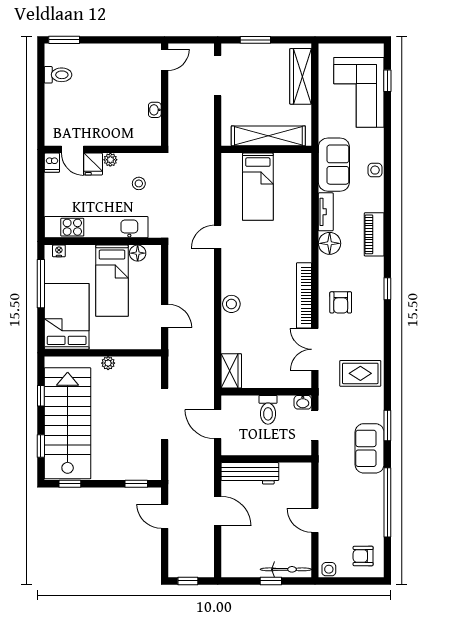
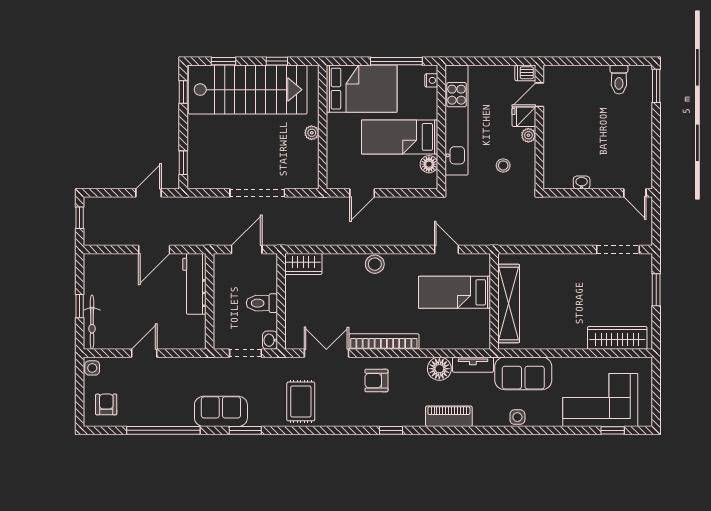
shelving: (268, 136) -> (509, 303), moved
wall: (266, 149) -> (494, 301), moved
bed: (258, 187) -> (454, 292), moved

